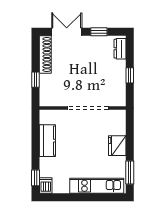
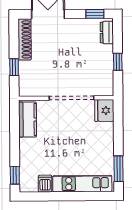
window: (99, 32) -> (95, 14), moved
kitchen counter: (47, 141) -> (28, 120), moved
fridge: (117, 146) -> (104, 110), moved
dishwasher: (46, 186) -> (45, 184), moved

